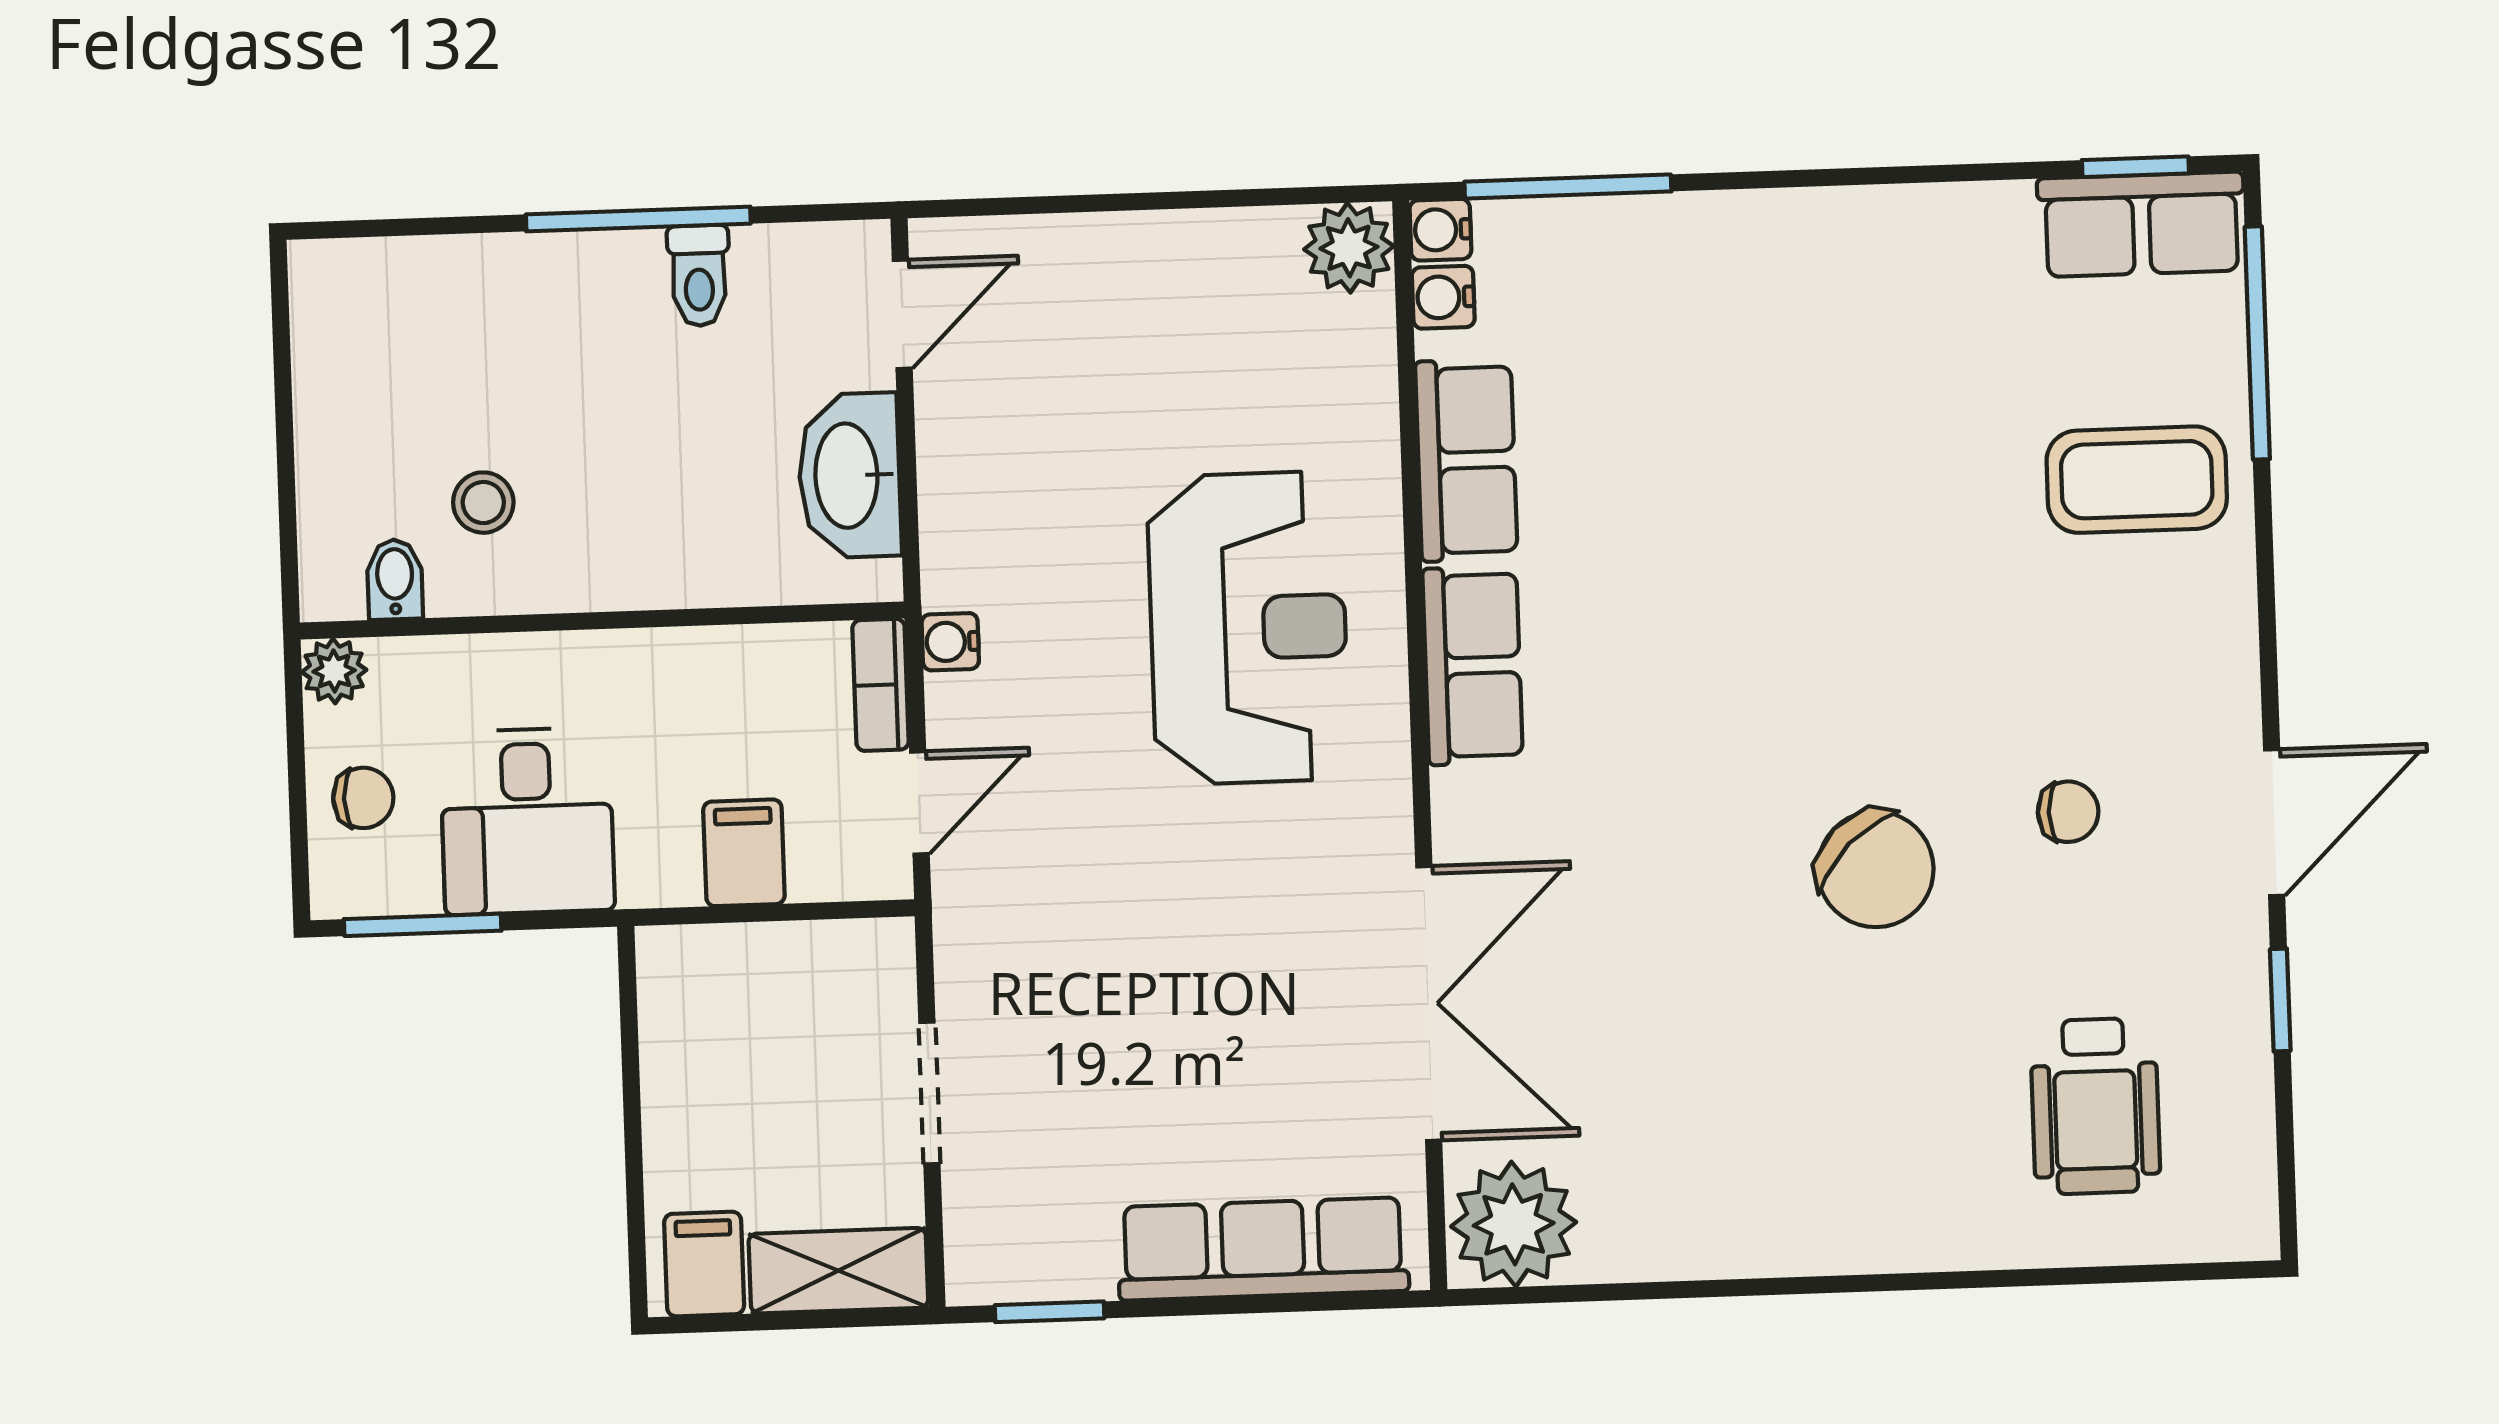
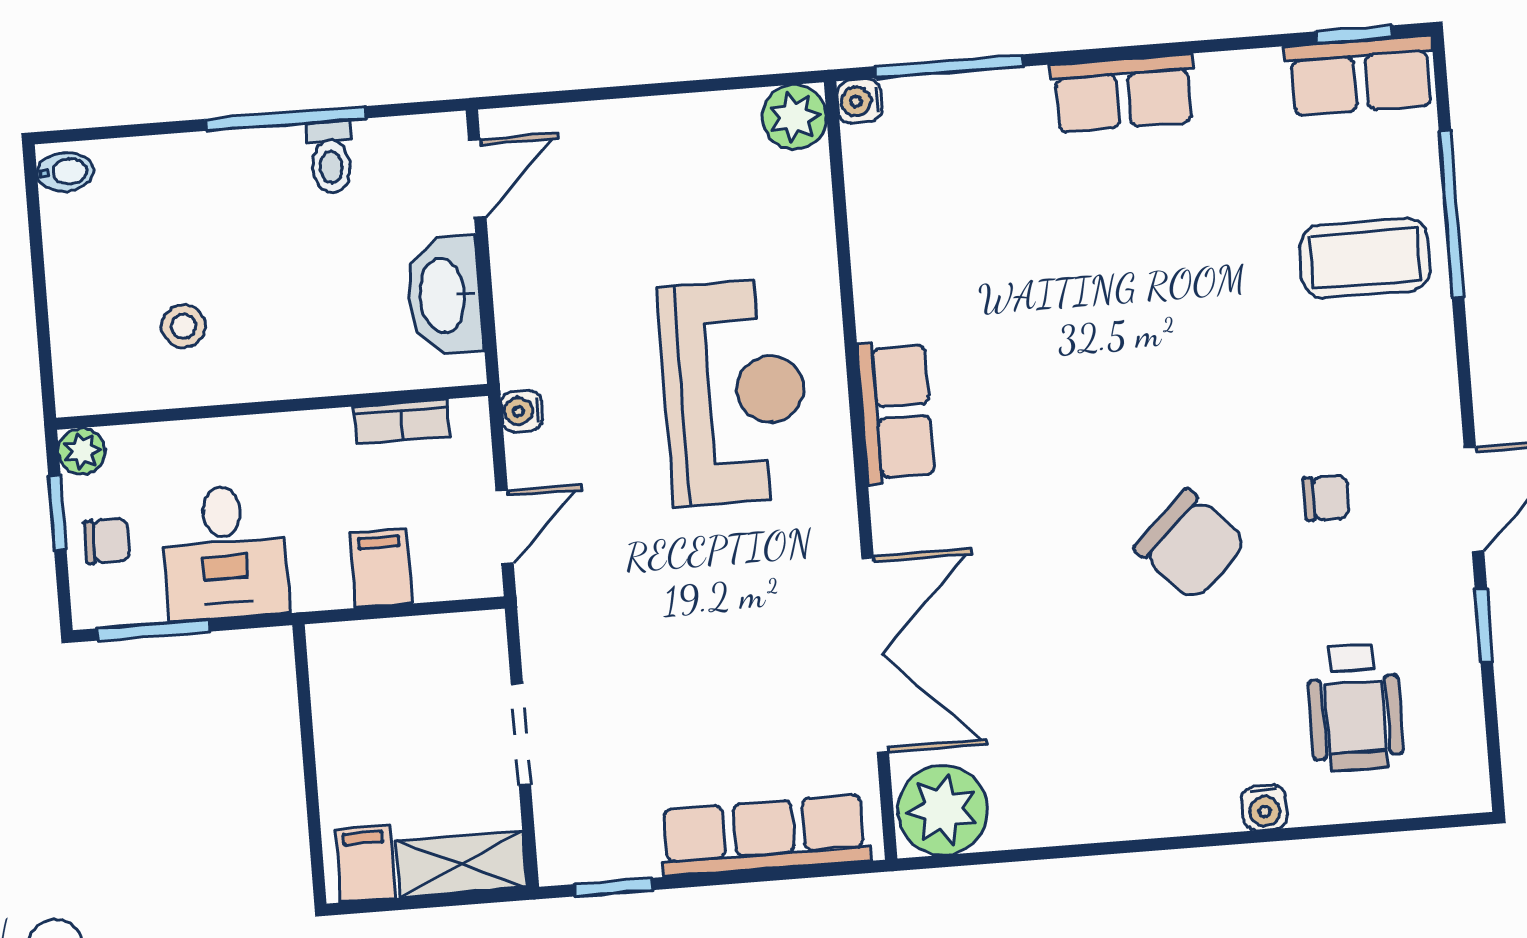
water cooler: (1443, 297) -> (1265, 808), moved, turned -90
window: (2257, 343) -> (1452, 214), moved
row of seats: (1466, 460) -> (1123, 93), moved, turned 90
bidet: (395, 579) -> (65, 172), moved, turned 90
bookcase: (880, 685) -> (402, 422), moved, turned -90
window: (296, 755) -> (57, 513), added

